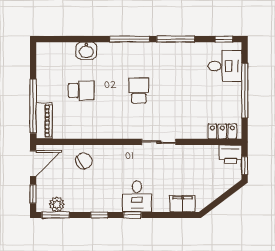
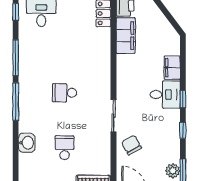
sliding door: (159, 142) -> (113, 116), moved
filing cabinet: (199, 155) -> (126, 36), added
filing cabinet: (183, 204) -> (172, 68), moved

